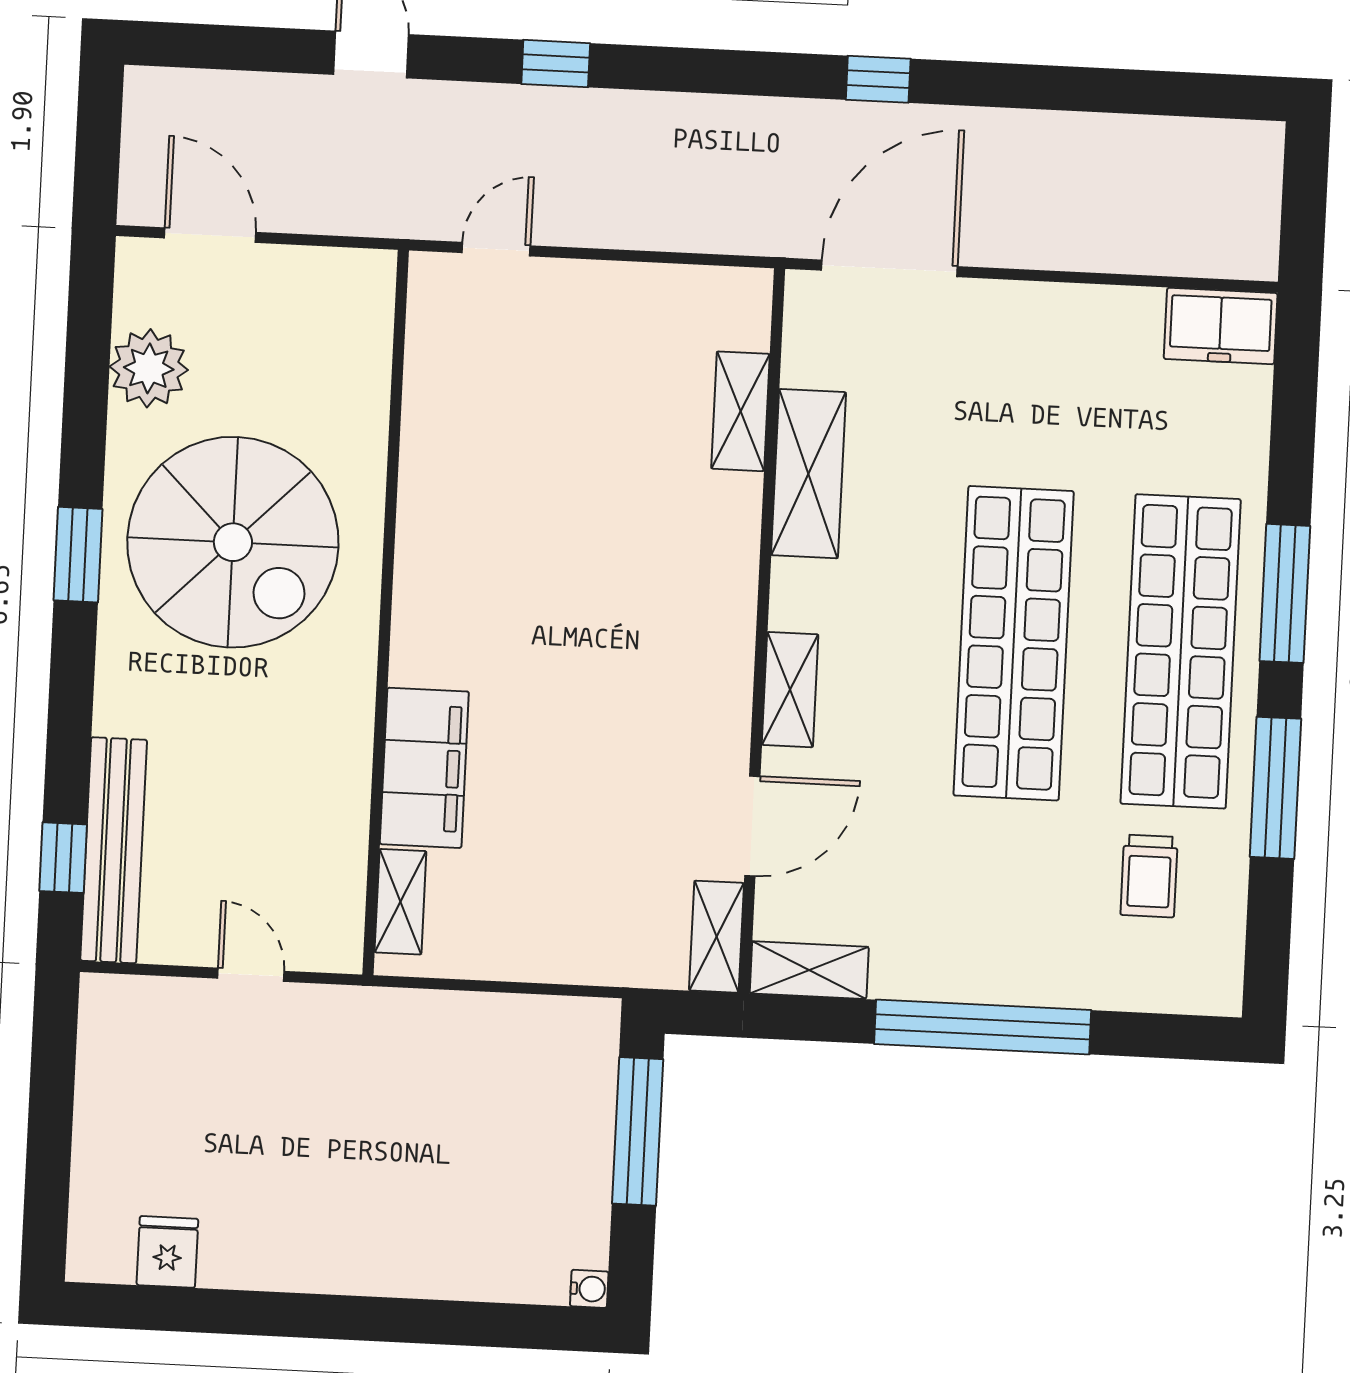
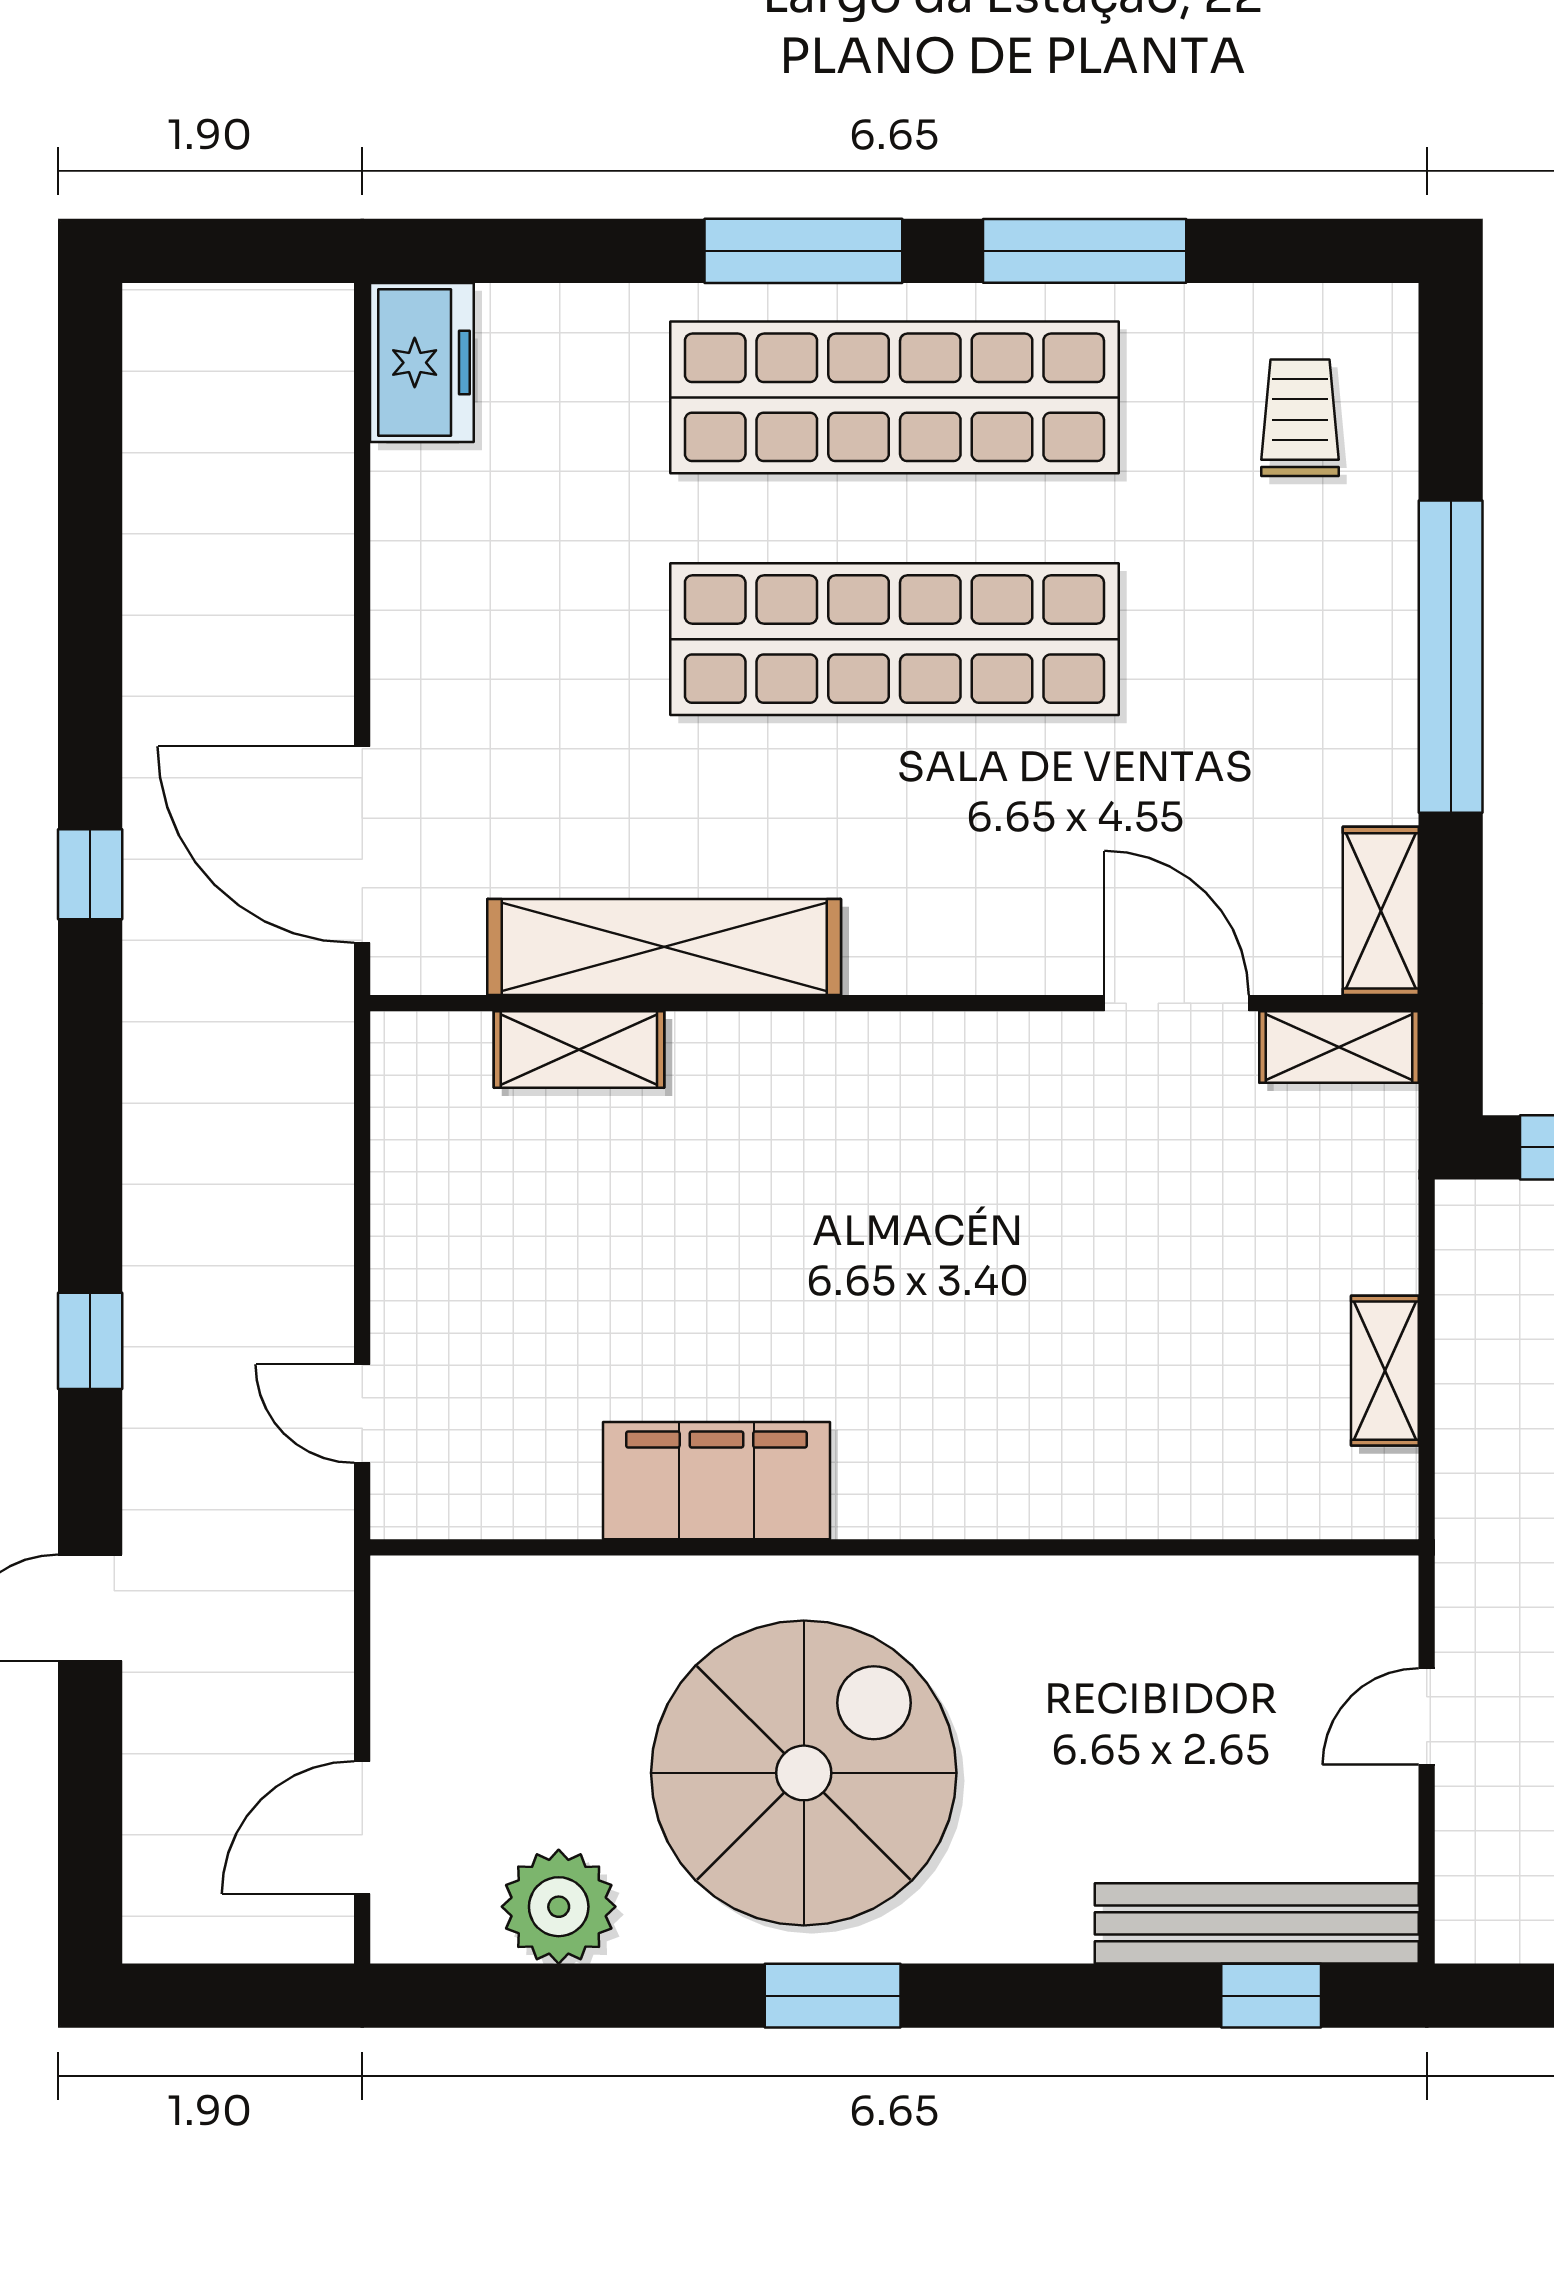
shelving: (808, 474) -> (664, 947), width x1.47
shelving: (790, 690) -> (977, 958), removed
filing cabinet: (424, 768) -> (716, 1481), moved
trolley: (1149, 876) -> (1300, 418), moved, turned -90
shelving: (400, 902) -> (1385, 1371), moved, turned 90

